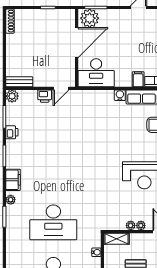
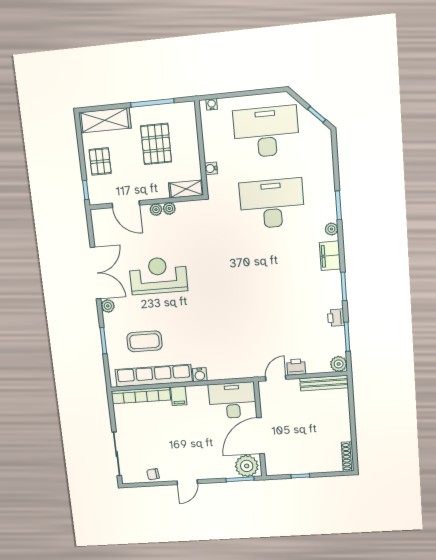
bench: (19, 82) -> (324, 383), width x1.36

